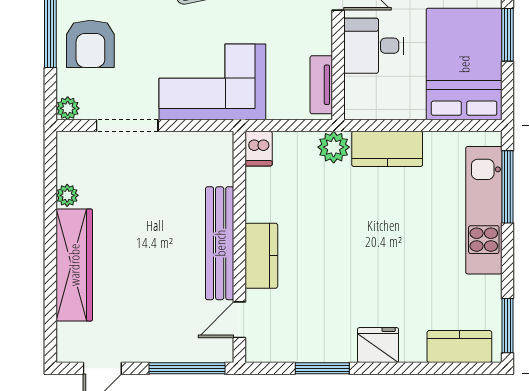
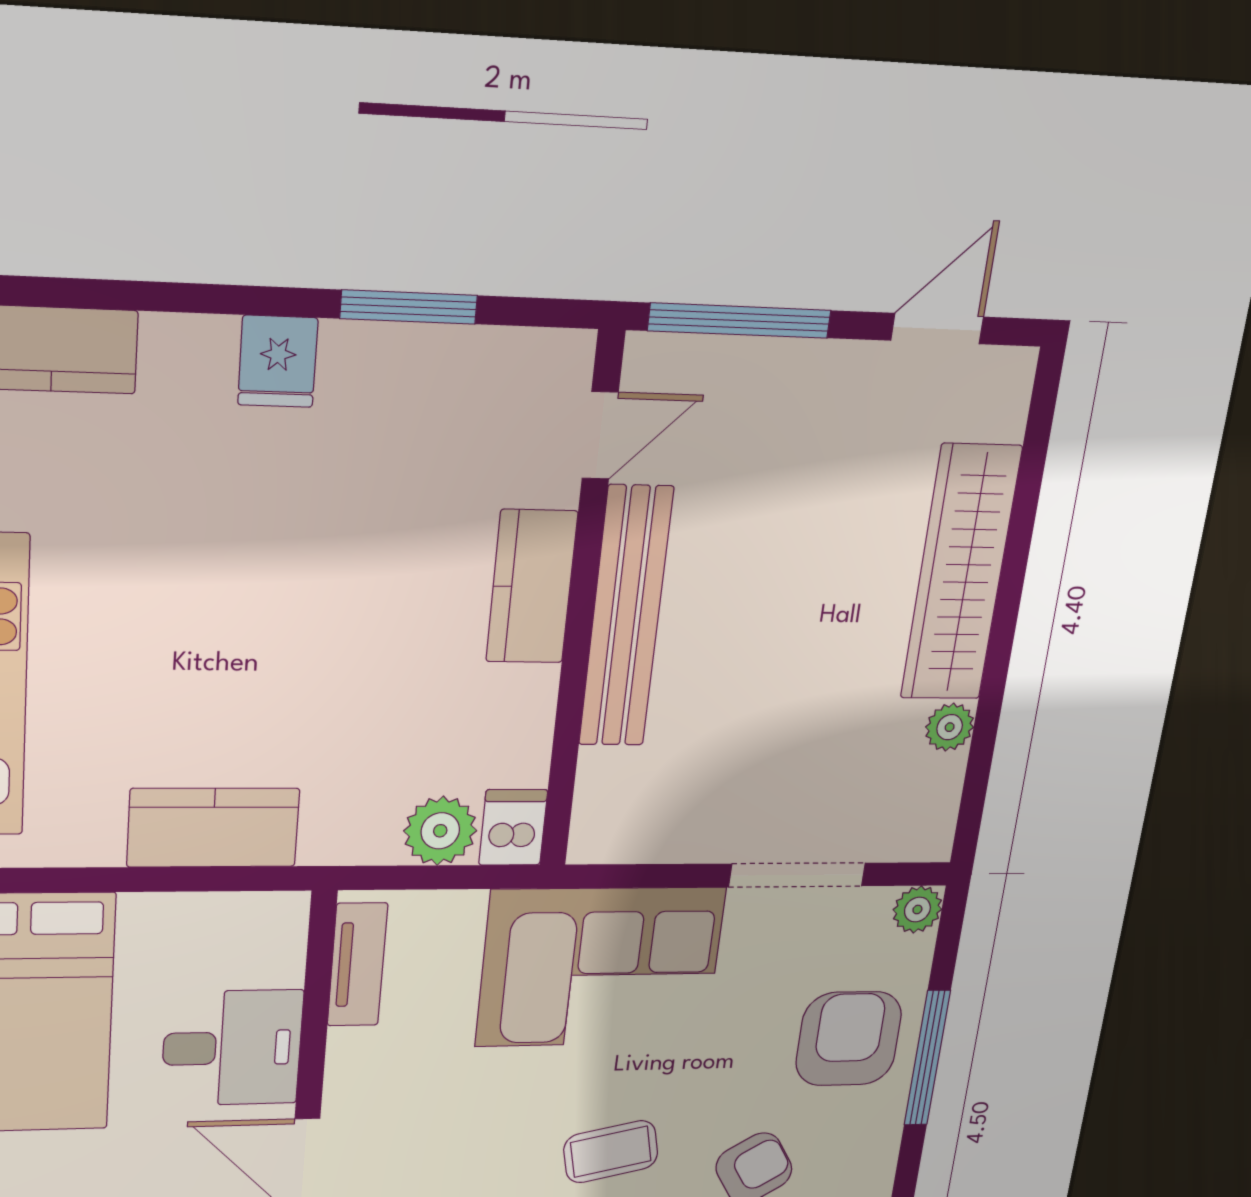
plant: (334, 147) -> (440, 831), moved
fridge: (378, 345) -> (278, 361), width x0.72

